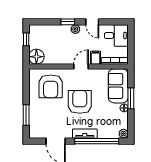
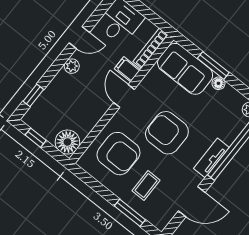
window: (68, 22) -> (33, 95), moved
coffee table: (46, 112) -> (146, 185), added

